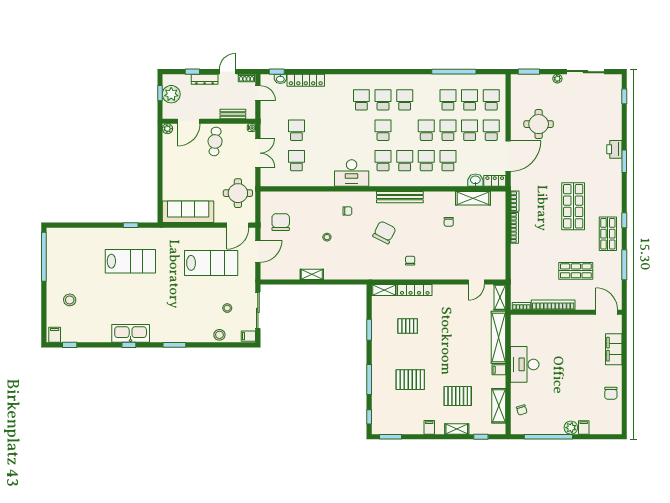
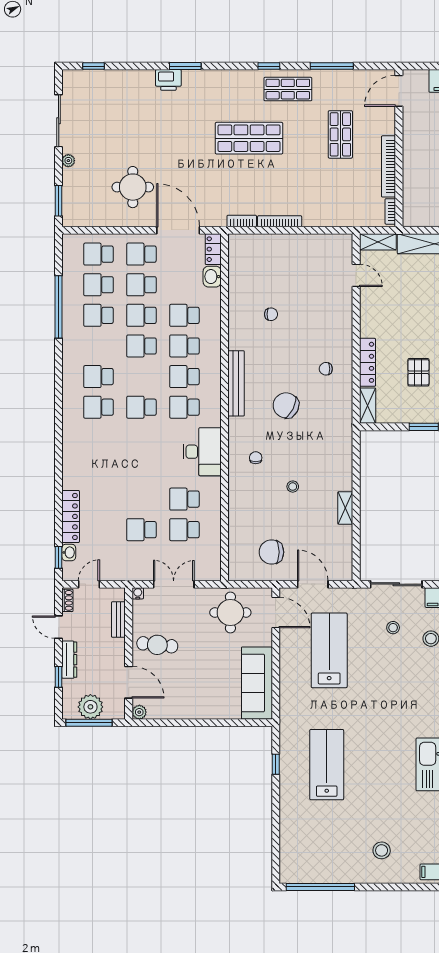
window: (160, 93) -> (89, 723), width x2.17
school desk: (361, 100) -> (184, 499), moved
shelving: (473, 198) -> (238, 280), removed

